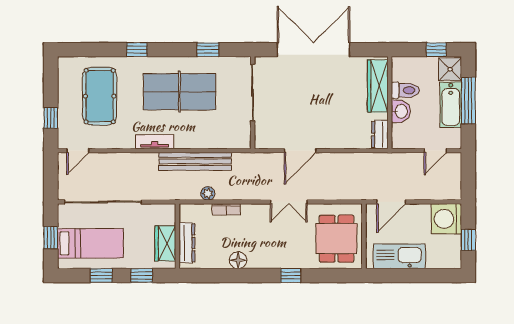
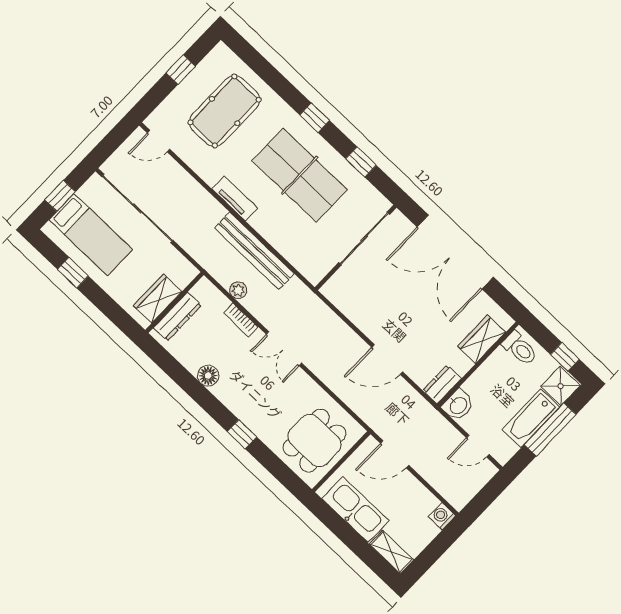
window: (137, 50) -> (315, 118), moved
double door: (314, 50) -> (455, 252), swing flipped
wardrobe: (378, 86) -> (482, 339), width x0.67
toilet: (405, 90) -> (520, 348), moved
washbasin: (401, 111) -> (458, 405), moved
window: (51, 118) -> (181, 70), moved
door: (300, 151) -> (387, 360), moved
double door: (289, 202) -> (284, 349), moved
washing machine: (446, 219) -> (442, 516), width x0.53, depth x0.53
window: (468, 240) -> (431, 554), removed
shelving: (444, 261) -> (392, 552), added
window: (142, 276) -> (109, 307), removed

